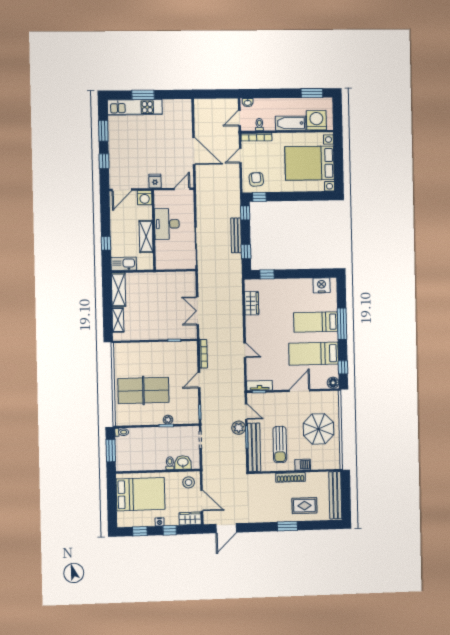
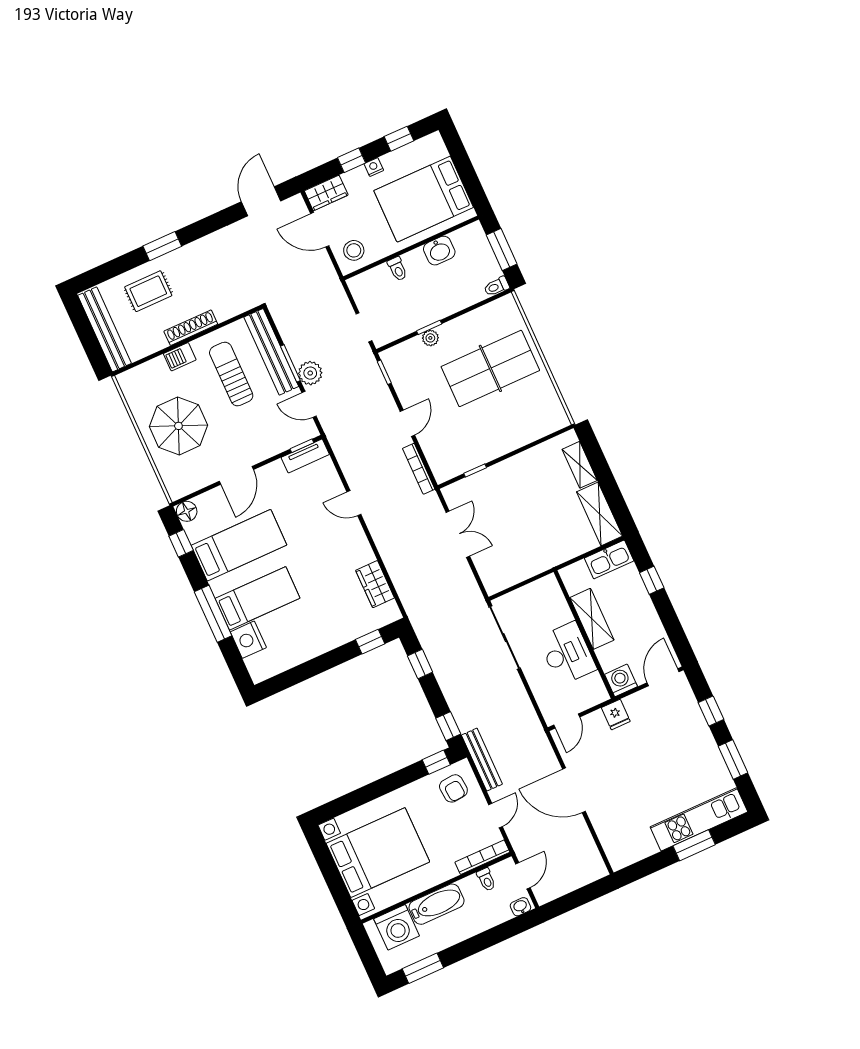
bench: (236, 235) -> (482, 760), moved
nightstand: (322, 285) -> (248, 640), moved, turned 90
washbasin: (183, 462) -> (439, 251), moved

